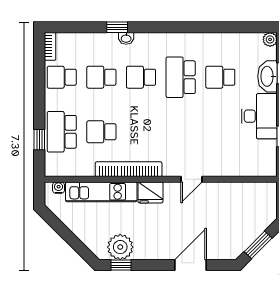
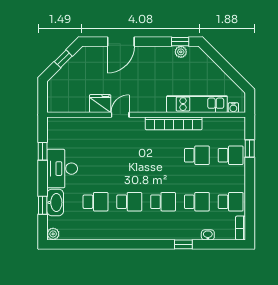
washbasin: (126, 38) -> (208, 235), moved
school desk: (181, 77) -> (129, 202), width x0.54
school desk: (62, 132) -> (231, 155), width x0.54
fridge: (150, 192) -> (100, 104), moved
window: (258, 245) -> (63, 59), width x0.67
plant: (120, 247) -> (181, 52), width x0.53, depth x0.53

